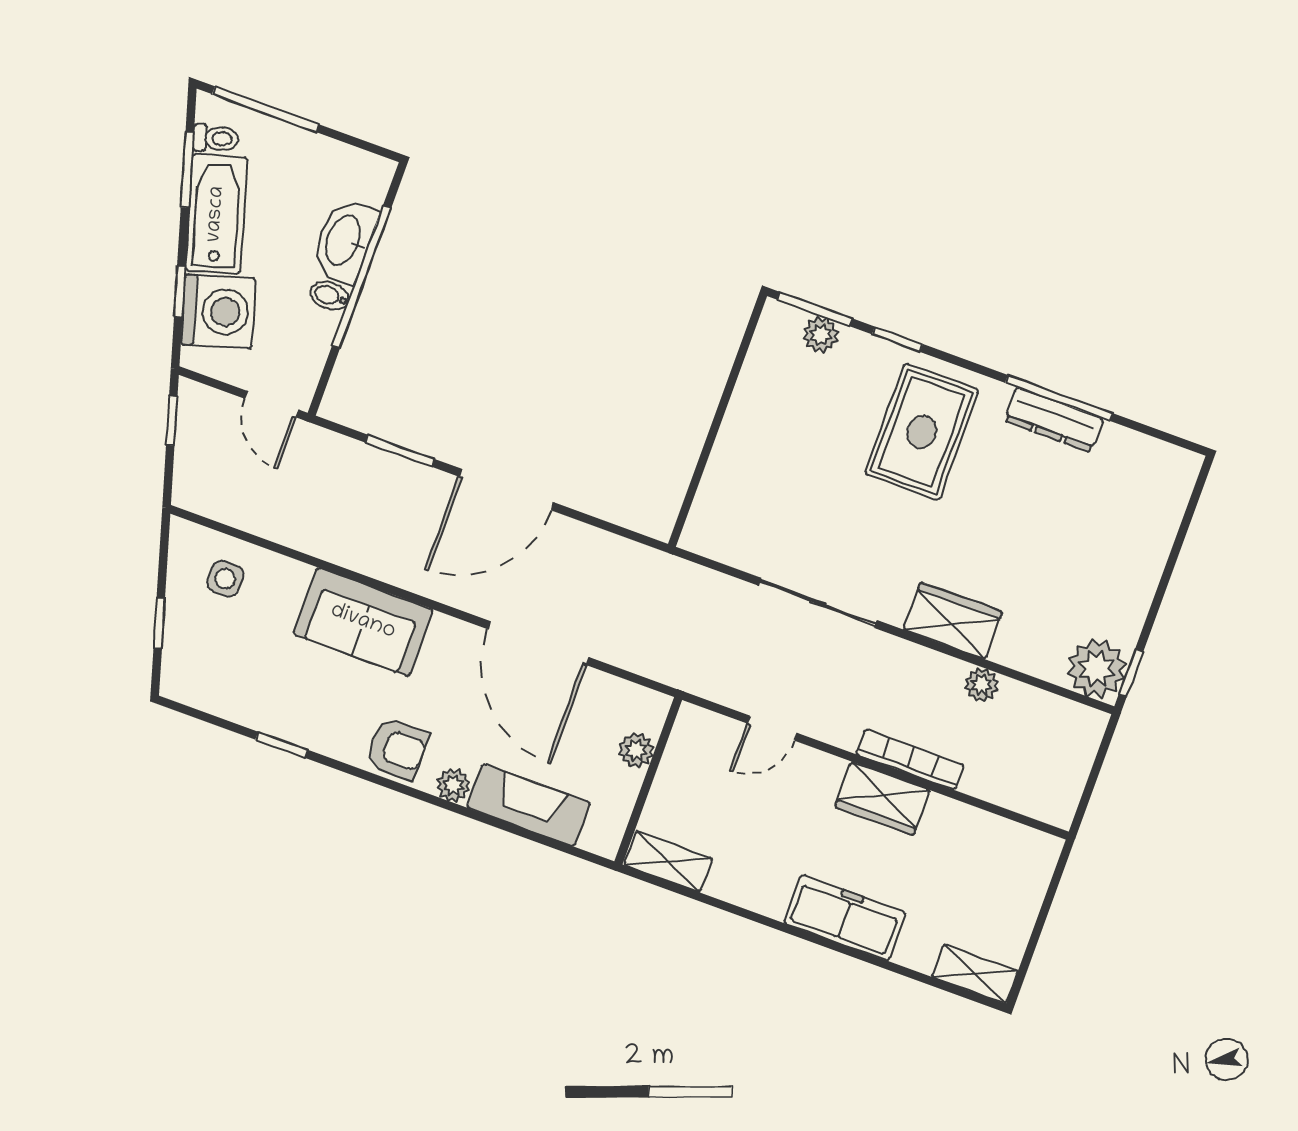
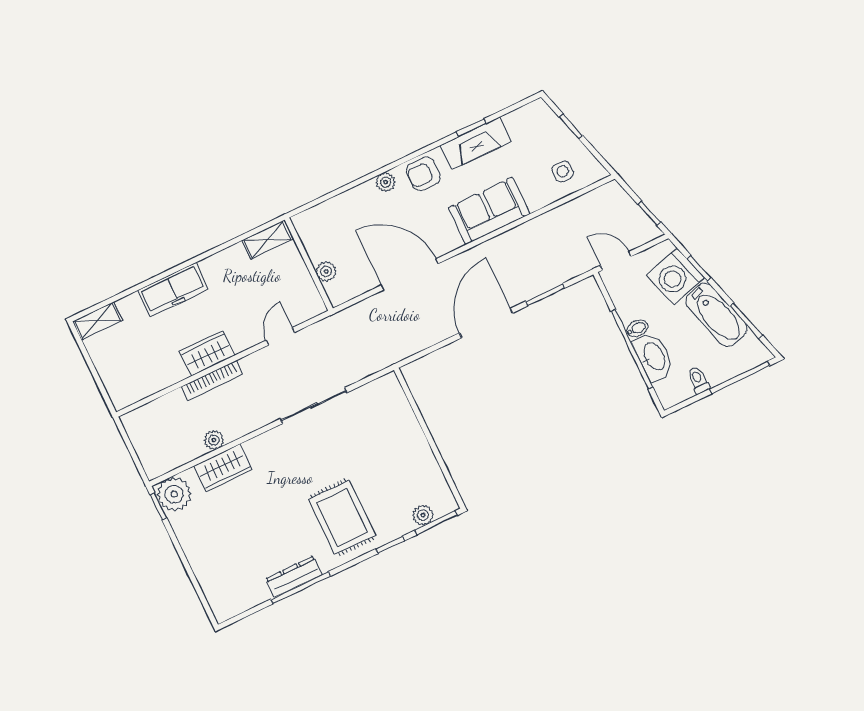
toilet: (216, 138) -> (698, 380), moved, turned 106
wardrobe: (953, 621) -> (223, 468), moved
fireplace: (528, 805) -> (475, 143), moved

